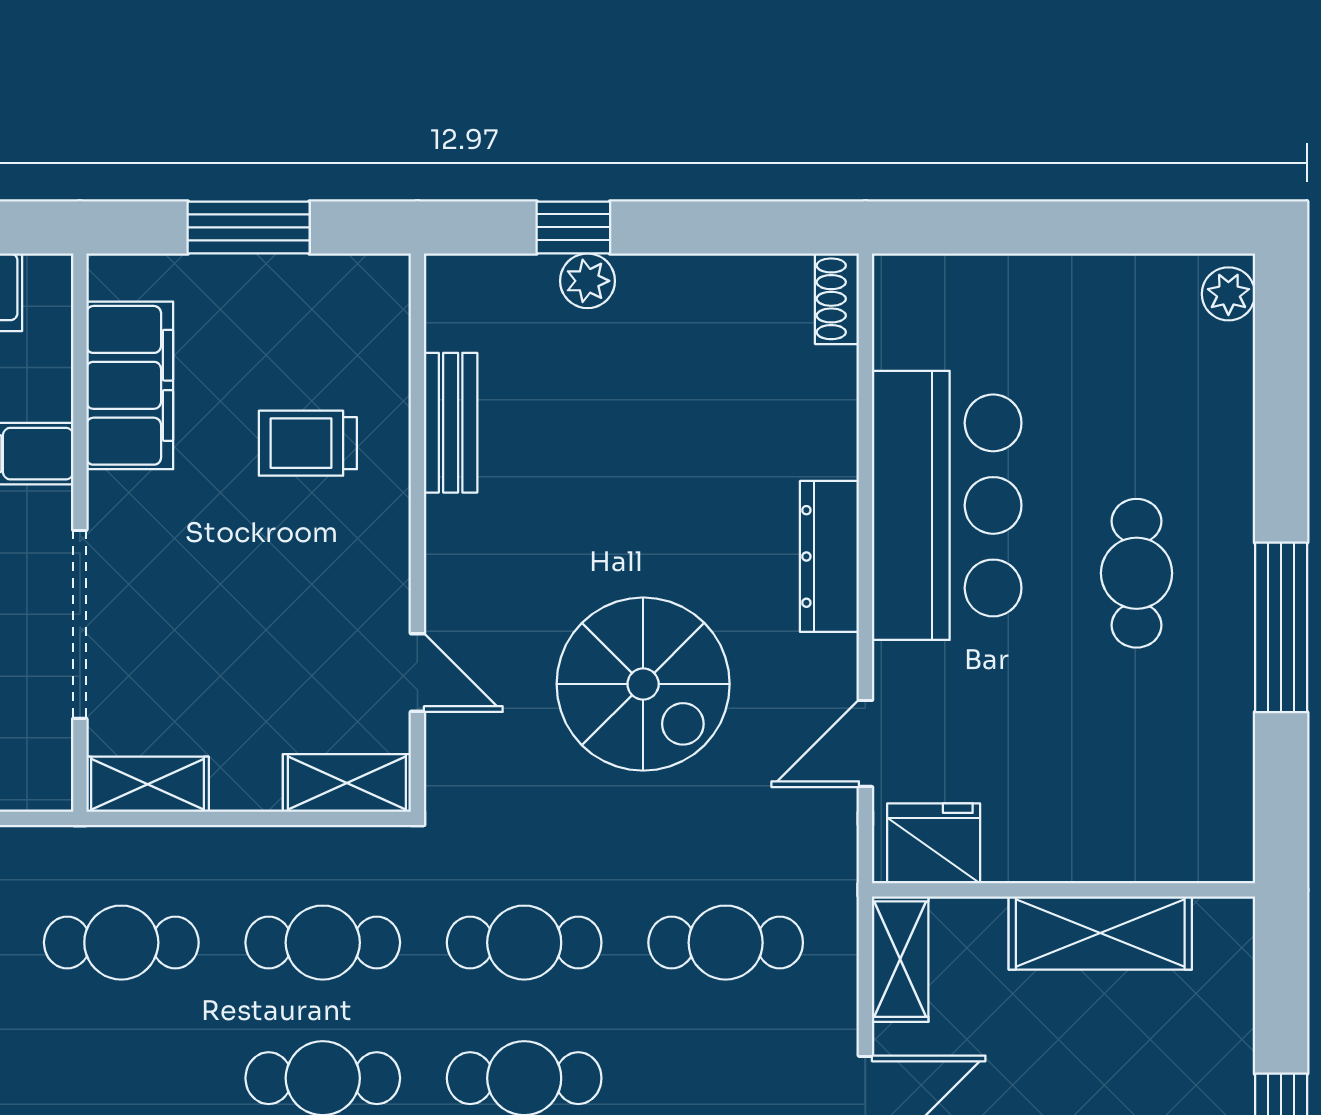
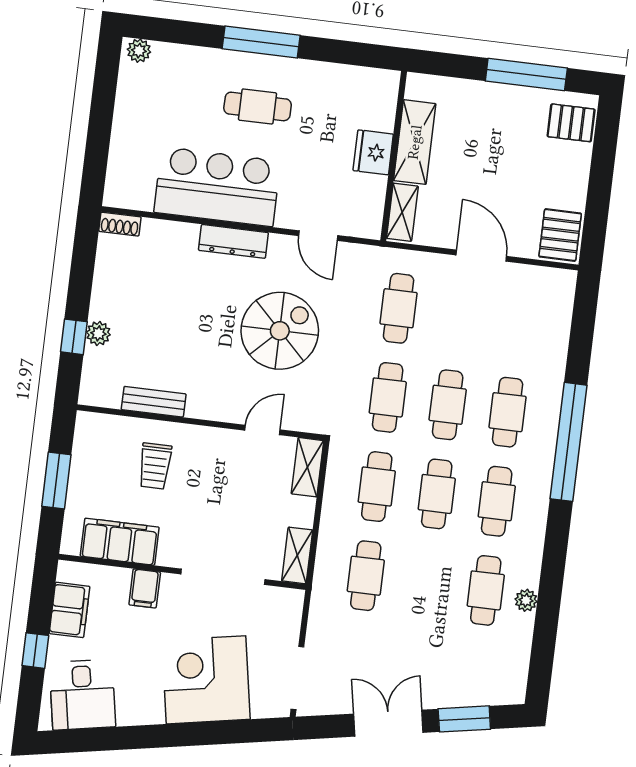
window: (1281, 627) -> (261, 42), moved
fridge: (934, 843) -> (373, 152), moved
shelving: (900, 959) -> (402, 212), moved, turned 90

